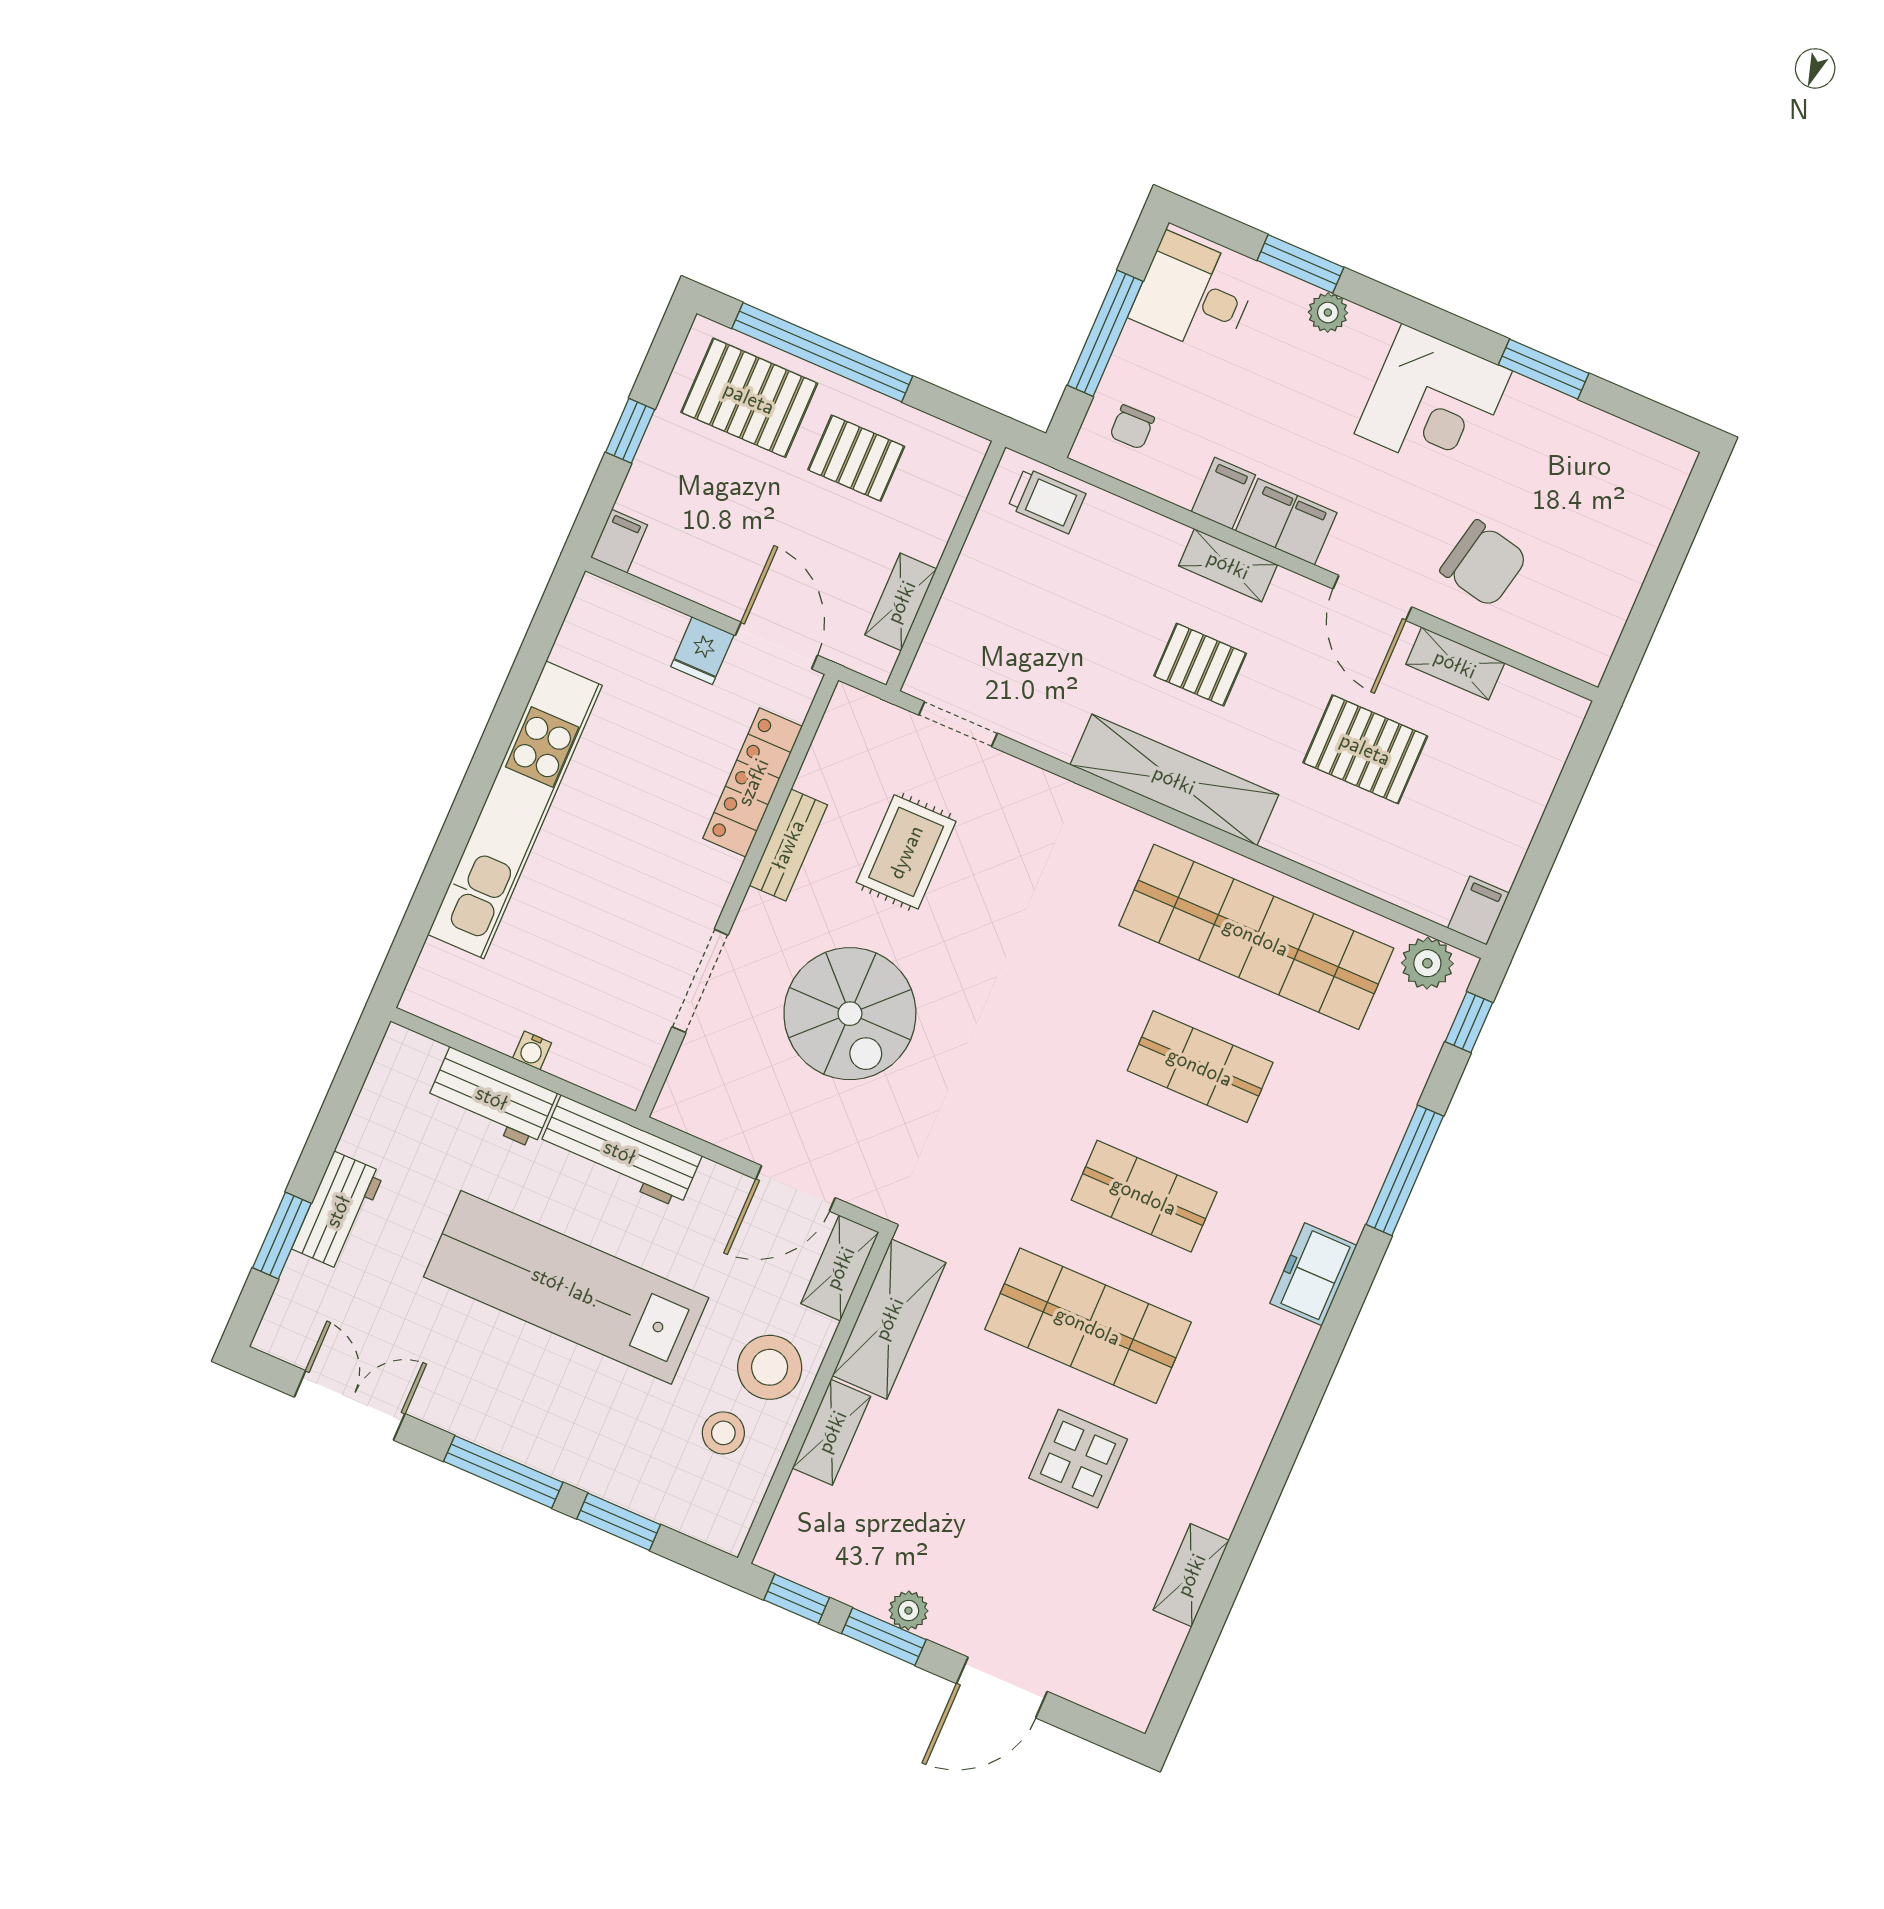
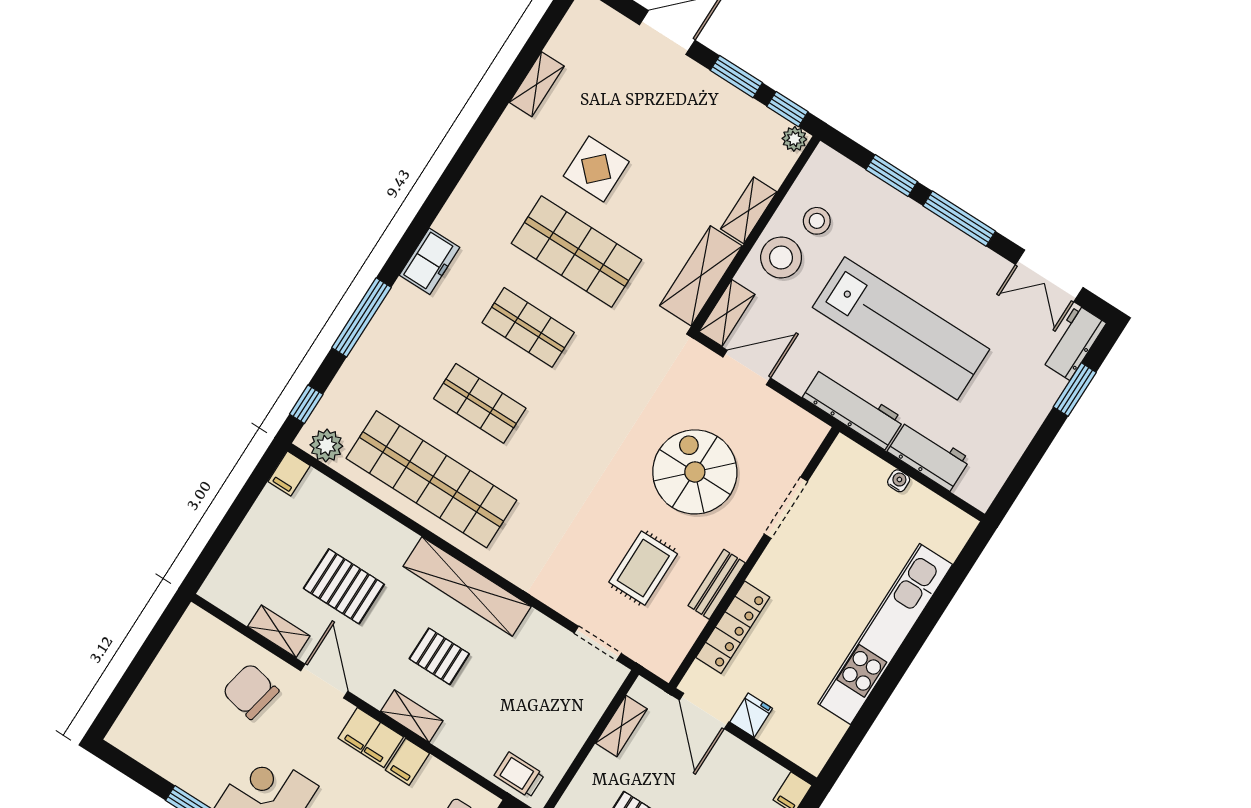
workbench: (338, 1211) -> (1073, 342), moved
plant: (908, 1611) -> (794, 139), moved

